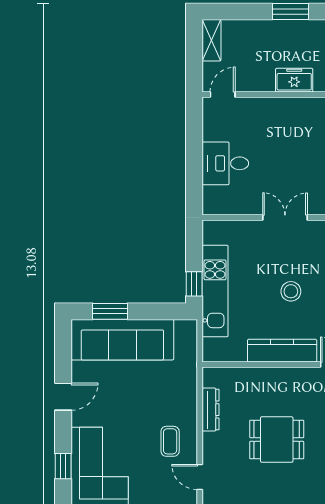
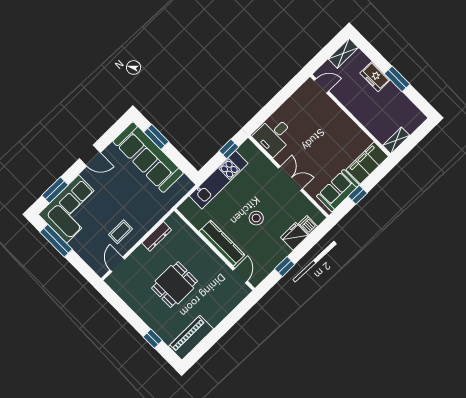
freezer: (294, 80) -> (375, 77), moved, turned 180
desk: (225, 163) -> (274, 136), moved, turned -90
window: (194, 284) -> (229, 149), moved
dining table: (277, 440) -> (174, 285), turned 90
window: (63, 466) -> (55, 190), width x1.50

